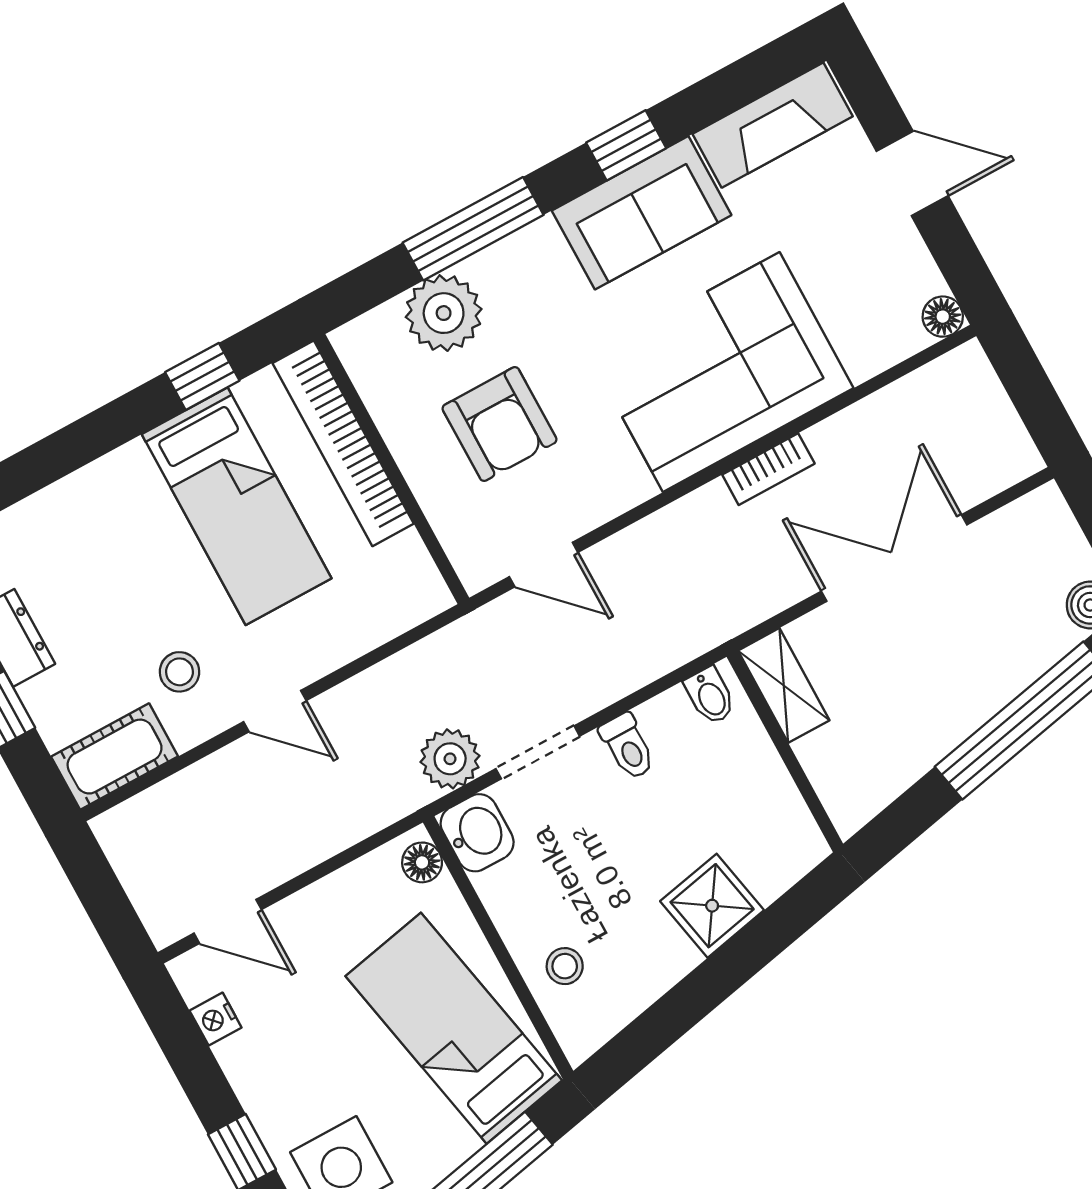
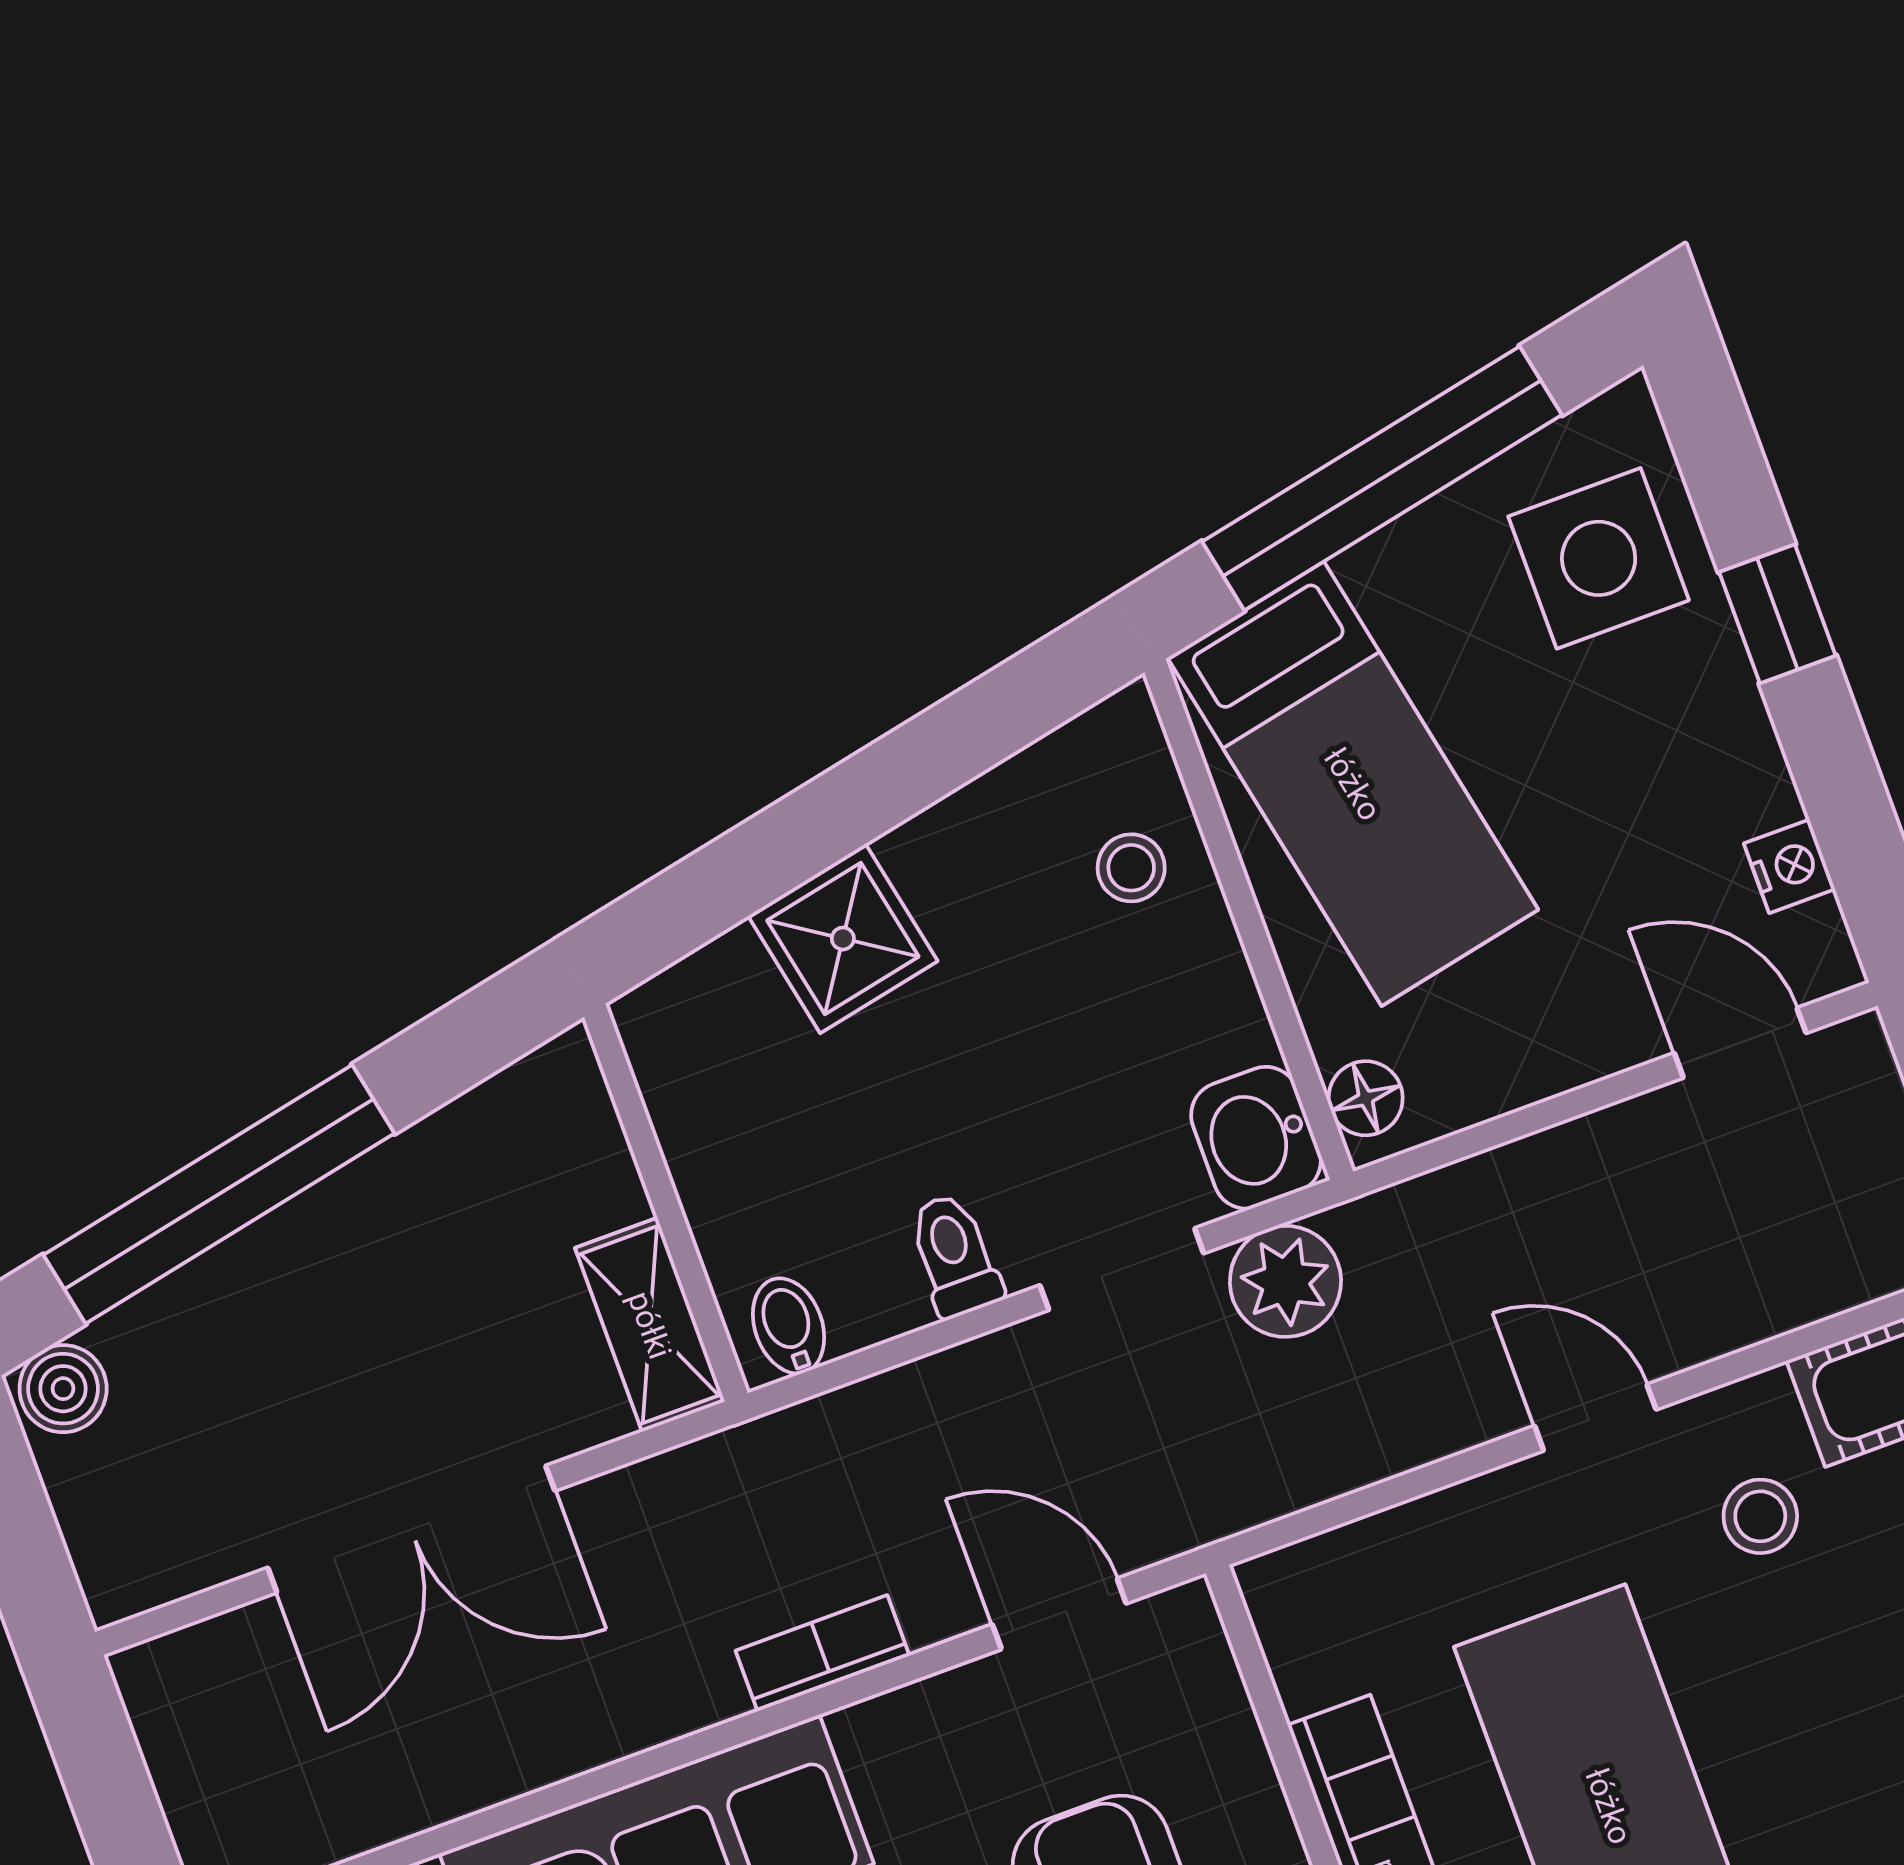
bookcase: (768, 469) -> (823, 1653), moved

